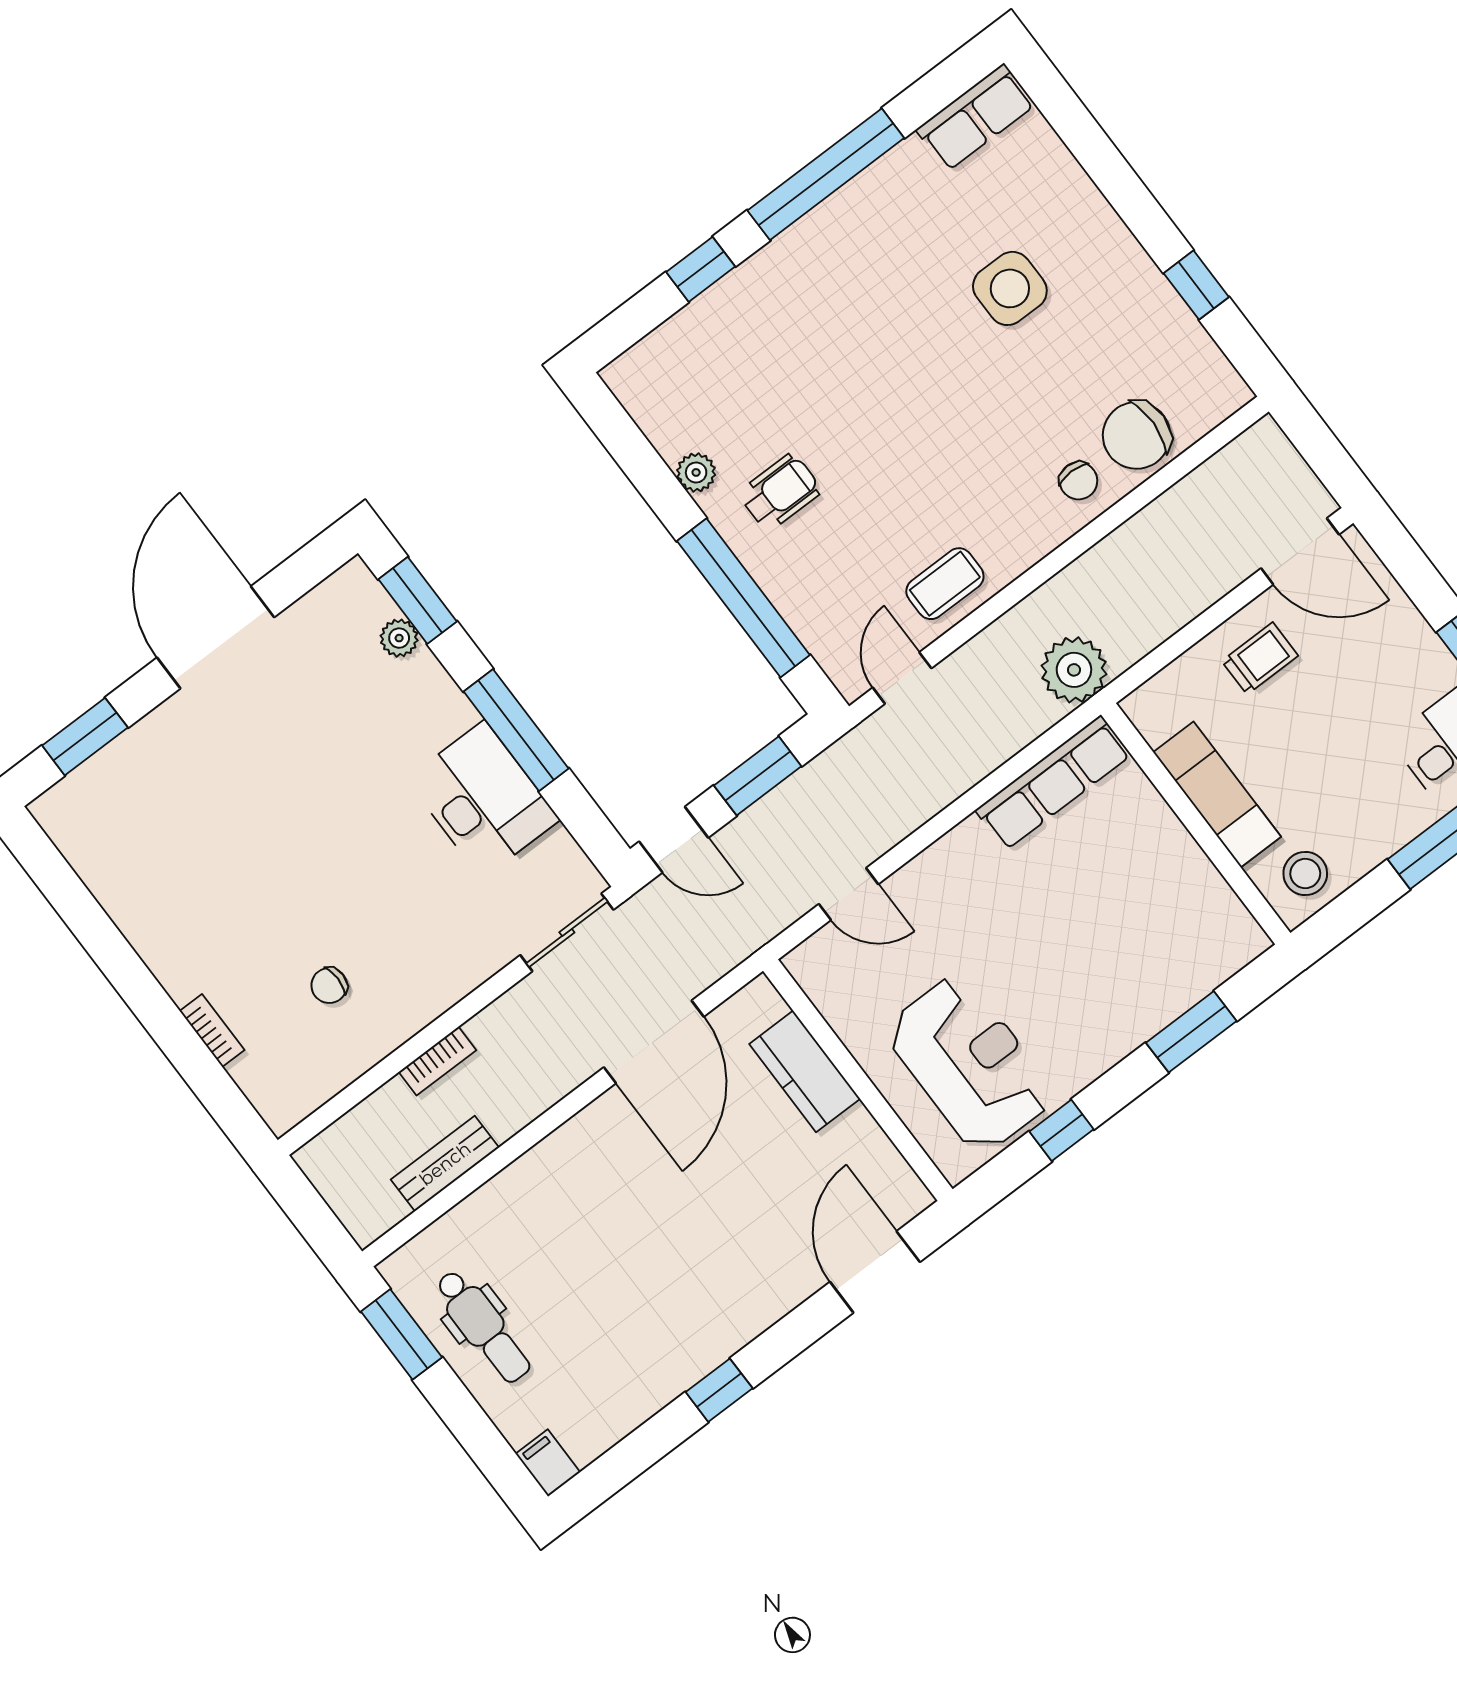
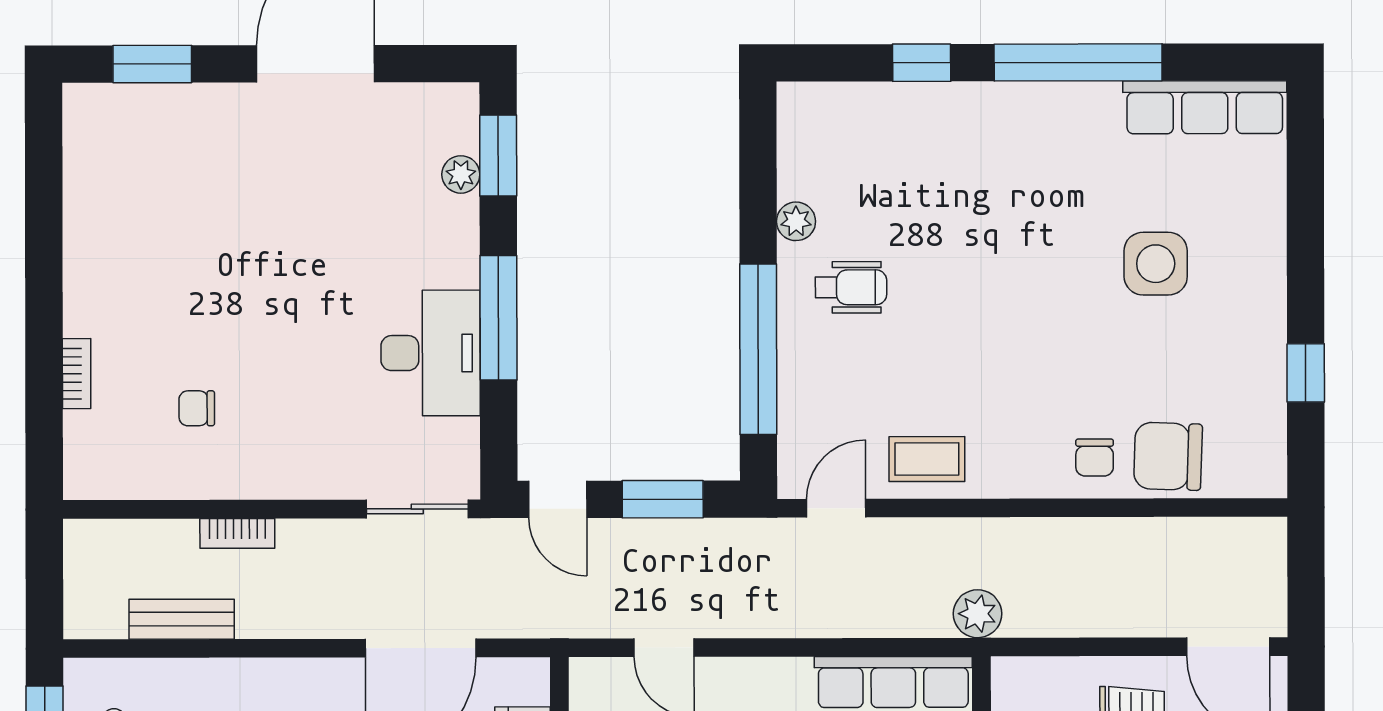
row of seats: (976, 117) -> (1205, 107), width x1.48
plant: (1074, 670) -> (978, 614), width x0.73, depth x0.73

